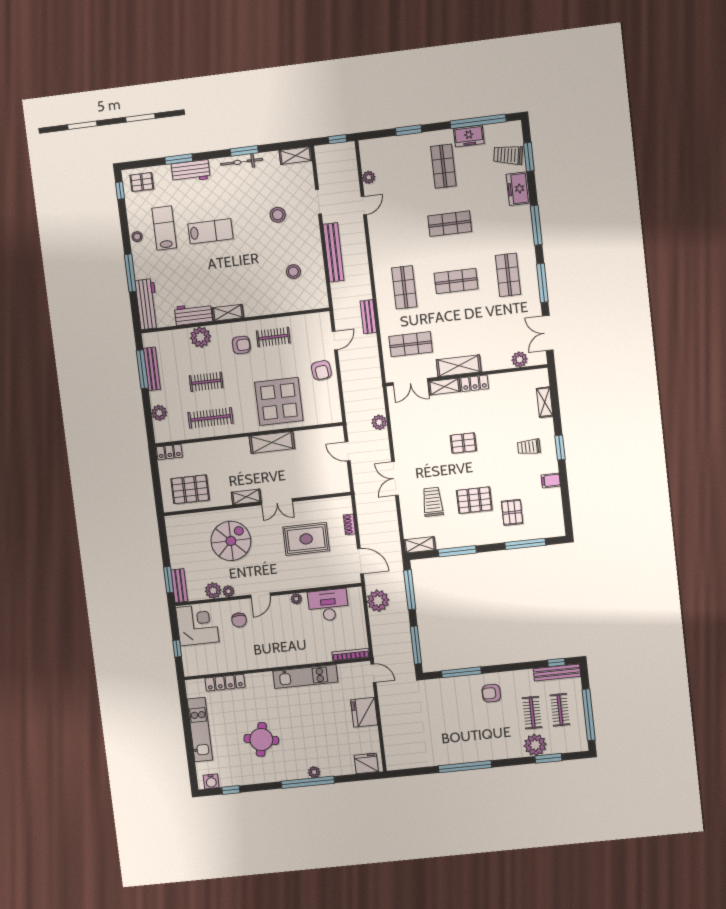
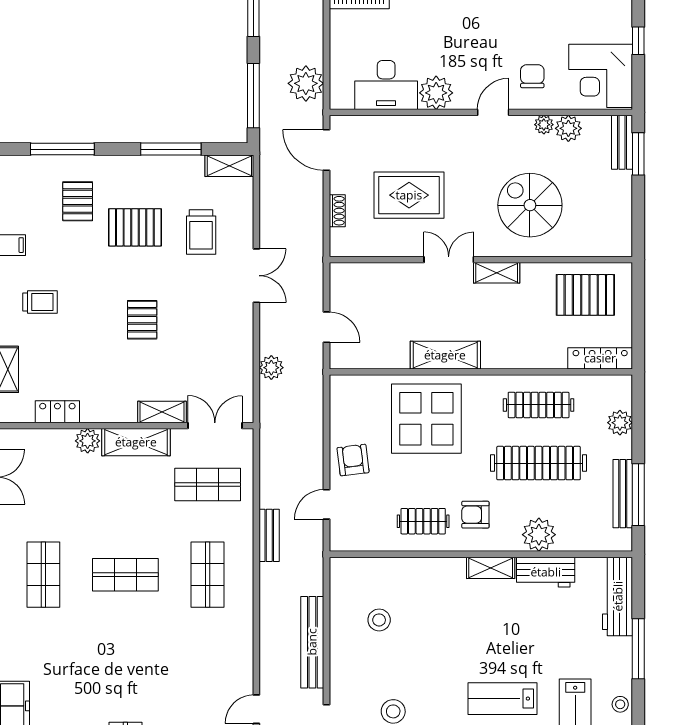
shop shelf: (450, 224) -> (125, 665), removed
plant: (519, 359) -> (88, 441), moved
clothes rail: (206, 382) -> (539, 463), width x1.86, depth x1.31
locker: (475, 383) -> (57, 412), moved
pallet: (463, 443) -> (142, 320), turned 90
locker: (169, 452) -> (600, 358), width x1.53
spiral stairs: (231, 541) -> (530, 205), turned 90
plant: (296, 599) -> (436, 93), width x1.88, depth x1.88

